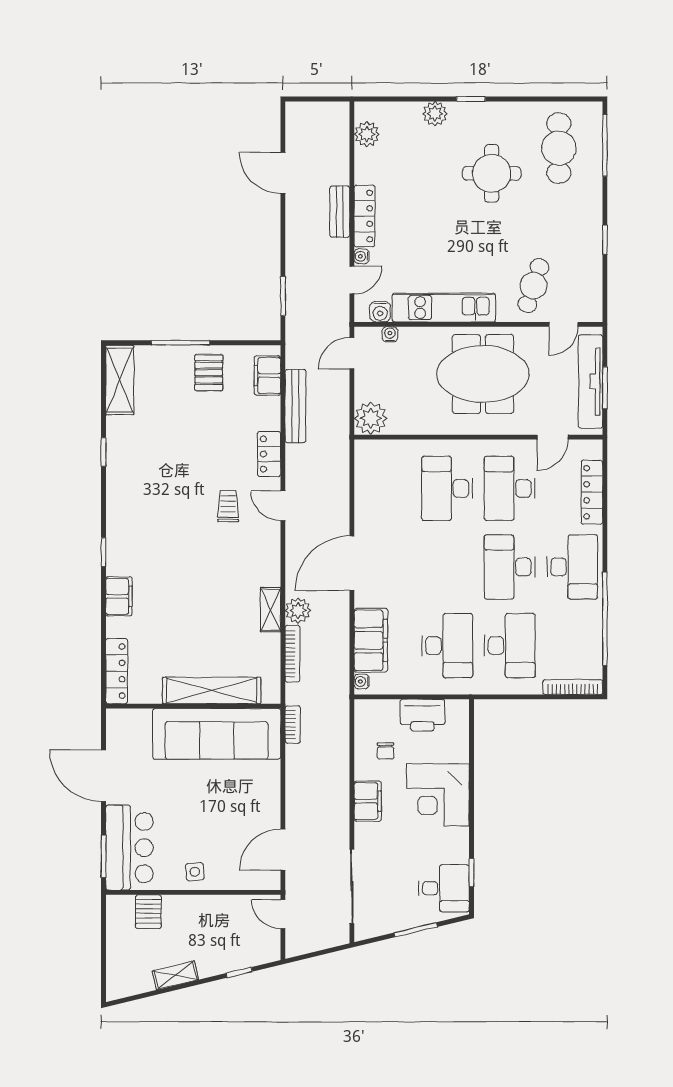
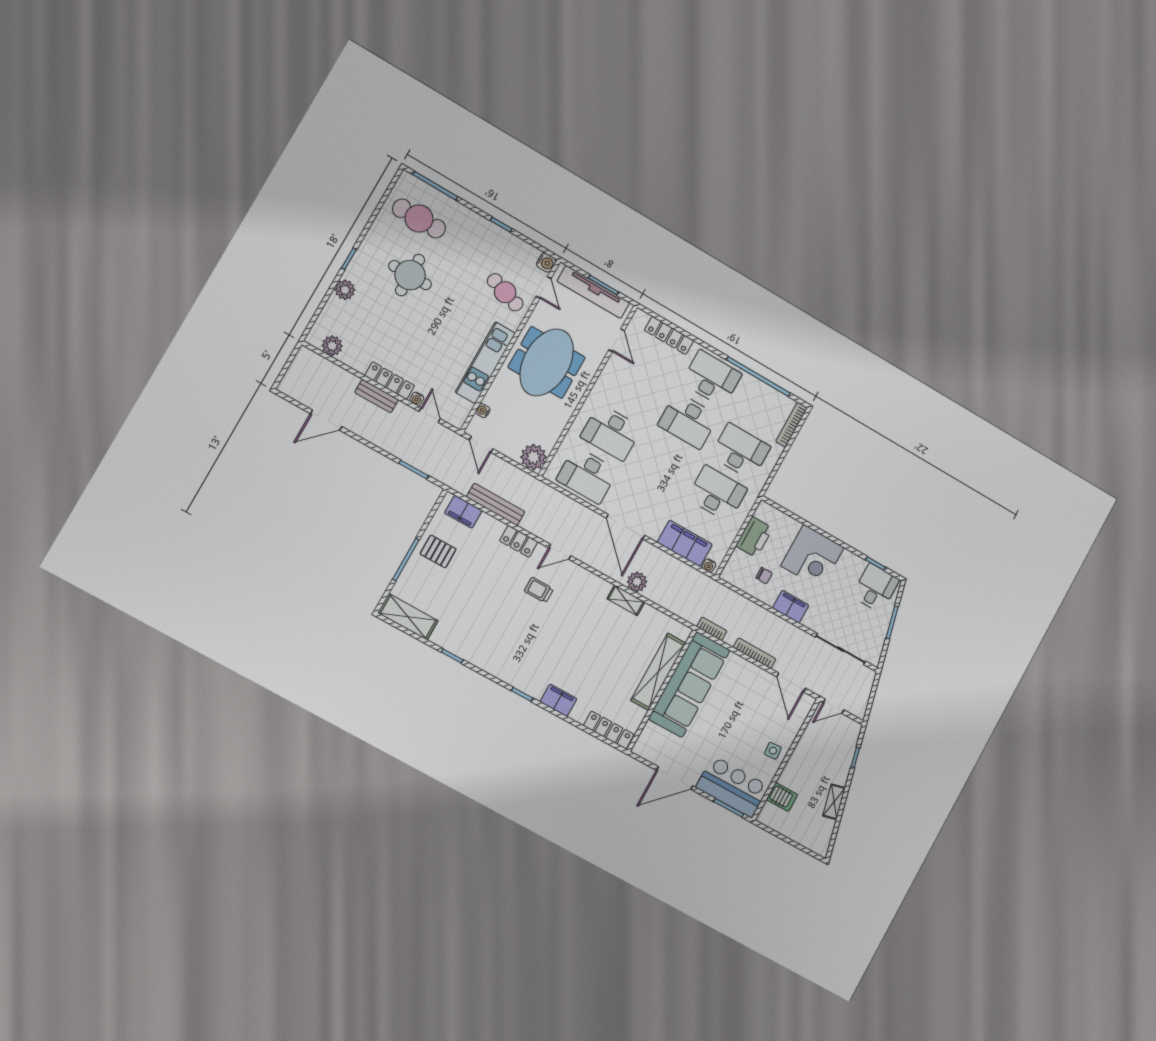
water cooler: (380, 312) -> (546, 263), moved
desk: (510, 488) -> (587, 475), moved
bookcase: (292, 654) -> (755, 653), moved

